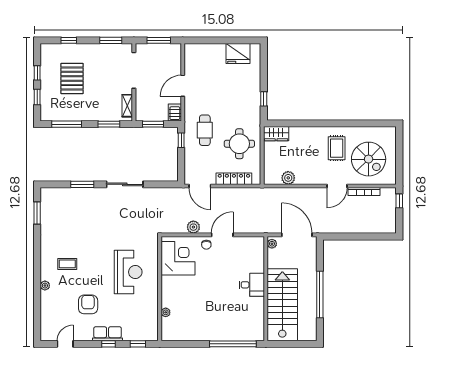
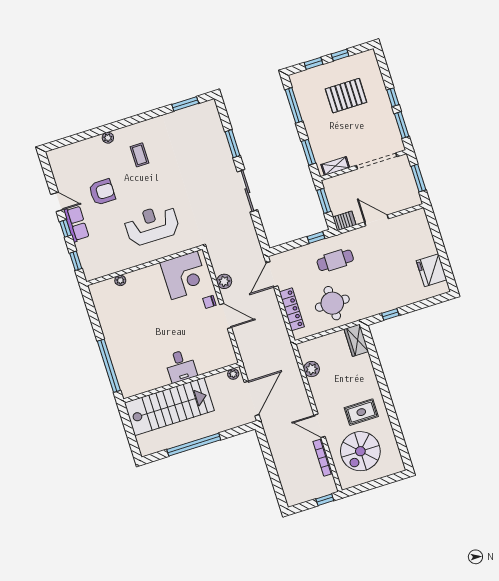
window: (69, 40) -> (393, 97), moved
reception desk: (128, 272) -> (152, 225), turned 180
door: (65, 344) -> (57, 202), moved

